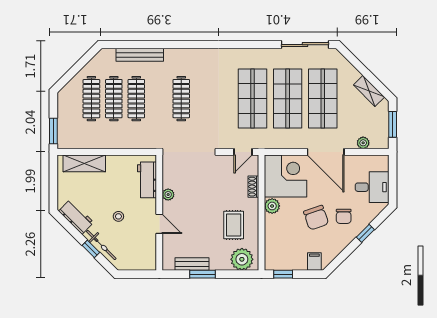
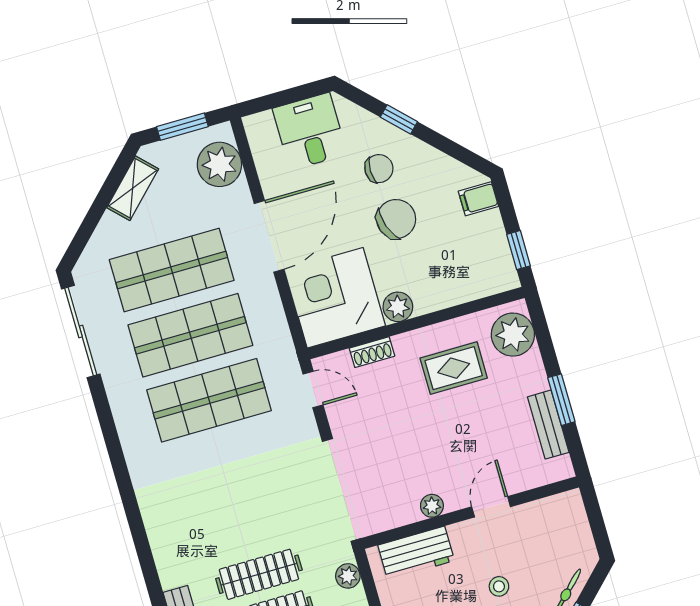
clothes rail: (181, 99) -> (259, 574), moved
plant: (145, 143) -> (348, 576), added
plant: (363, 143) -> (219, 164), width x1.88, depth x1.88

